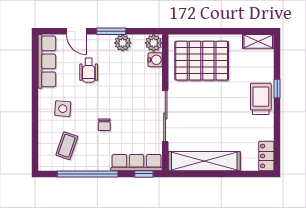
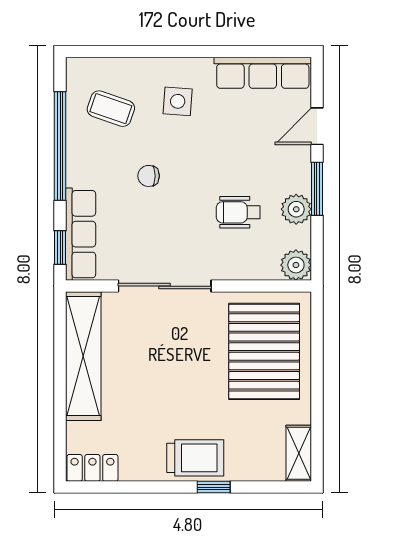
water cooler: (155, 60) -> (266, 268), removed
wheelchair: (89, 70) -> (238, 212), moved

